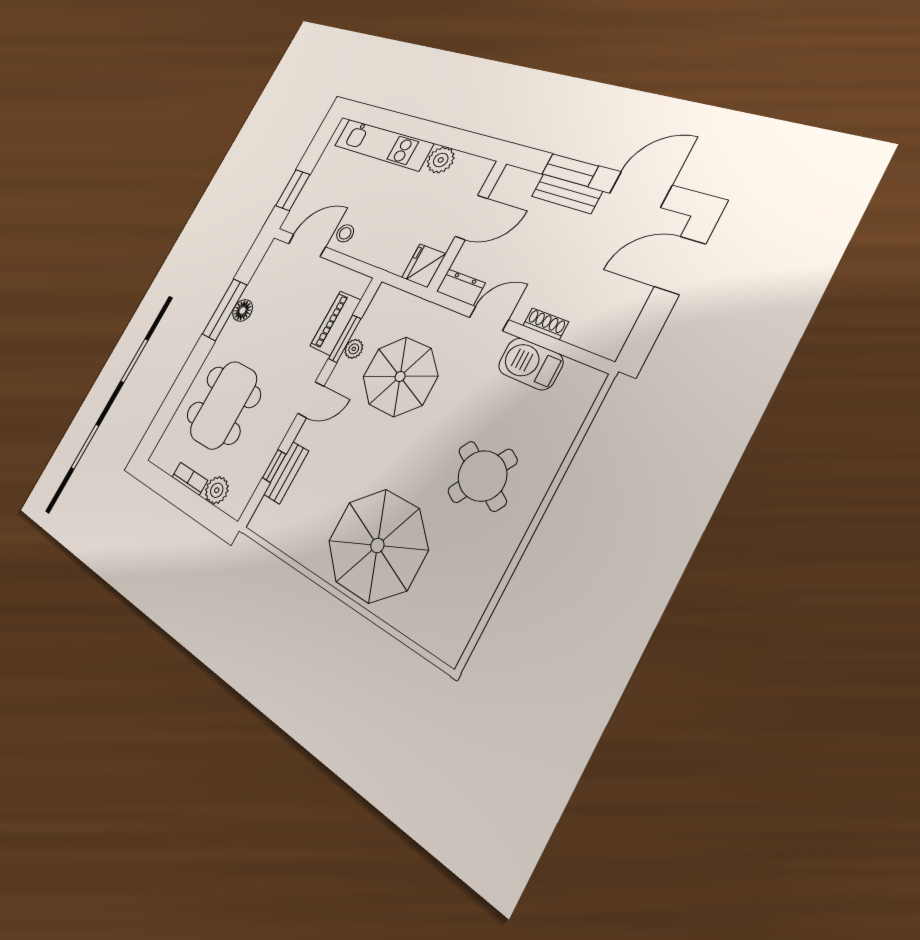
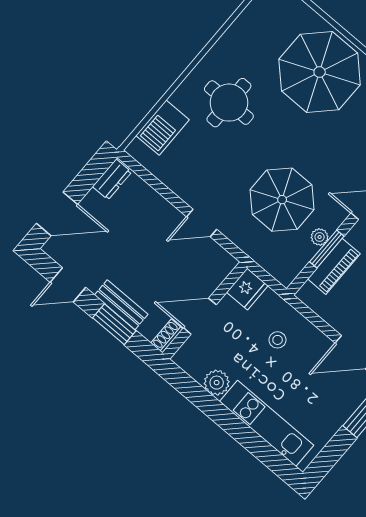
door: (641, 189) -> (68, 285), width x0.73
stool: (345, 233) -> (278, 340), moved
dresser: (461, 287) -> (112, 179), moved, turned -90
shoe rack: (546, 324) -> (167, 336), moved, turned 90
barbecue: (530, 364) -> (163, 128), moved, turned 90
round table: (482, 476) -> (229, 103), turned -31

